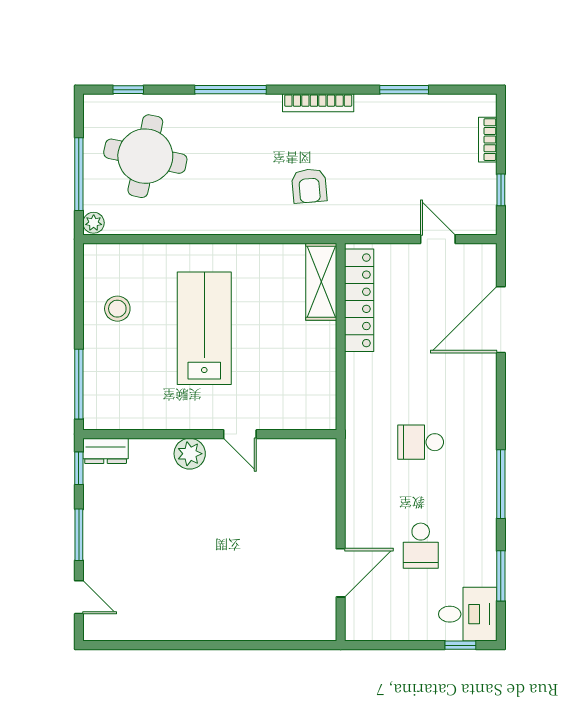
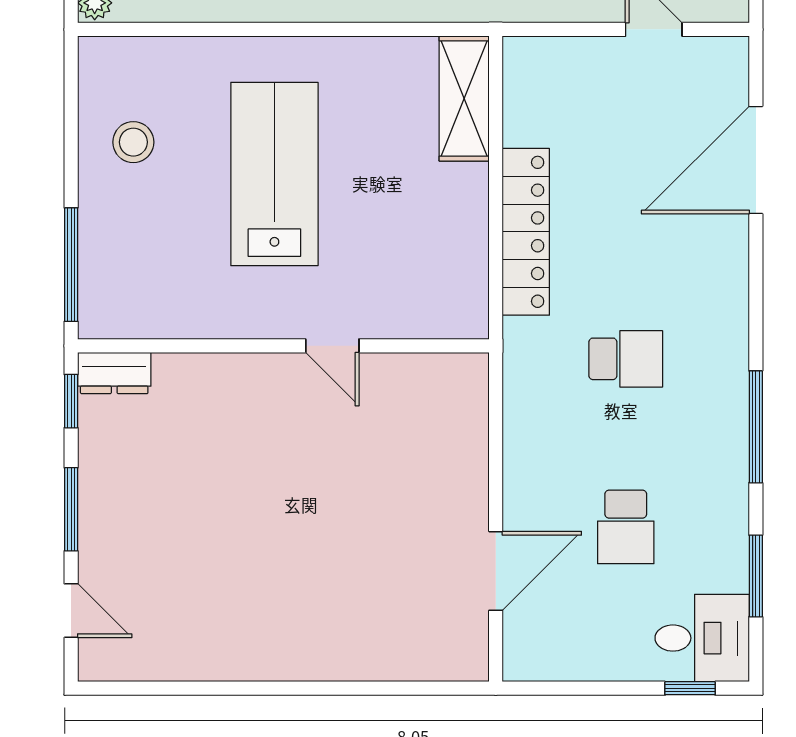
locker: (359, 300) -> (526, 232), moved
school desk: (421, 442) -> (626, 359), turned 180
plant: (190, 454) -> (251, 378), removed

